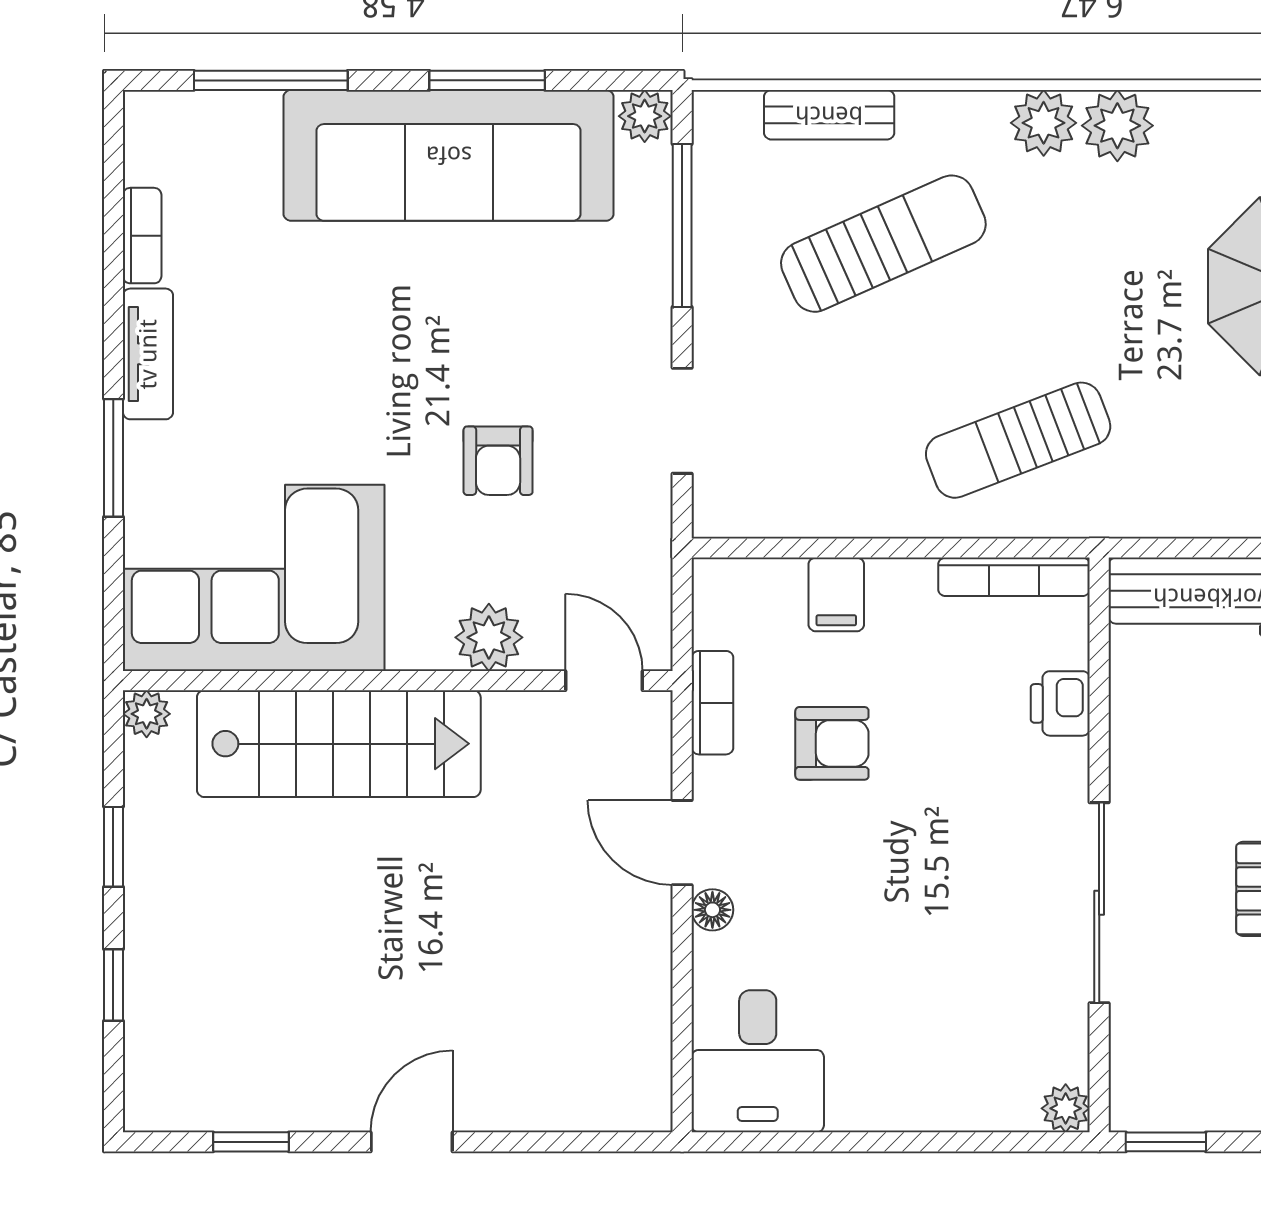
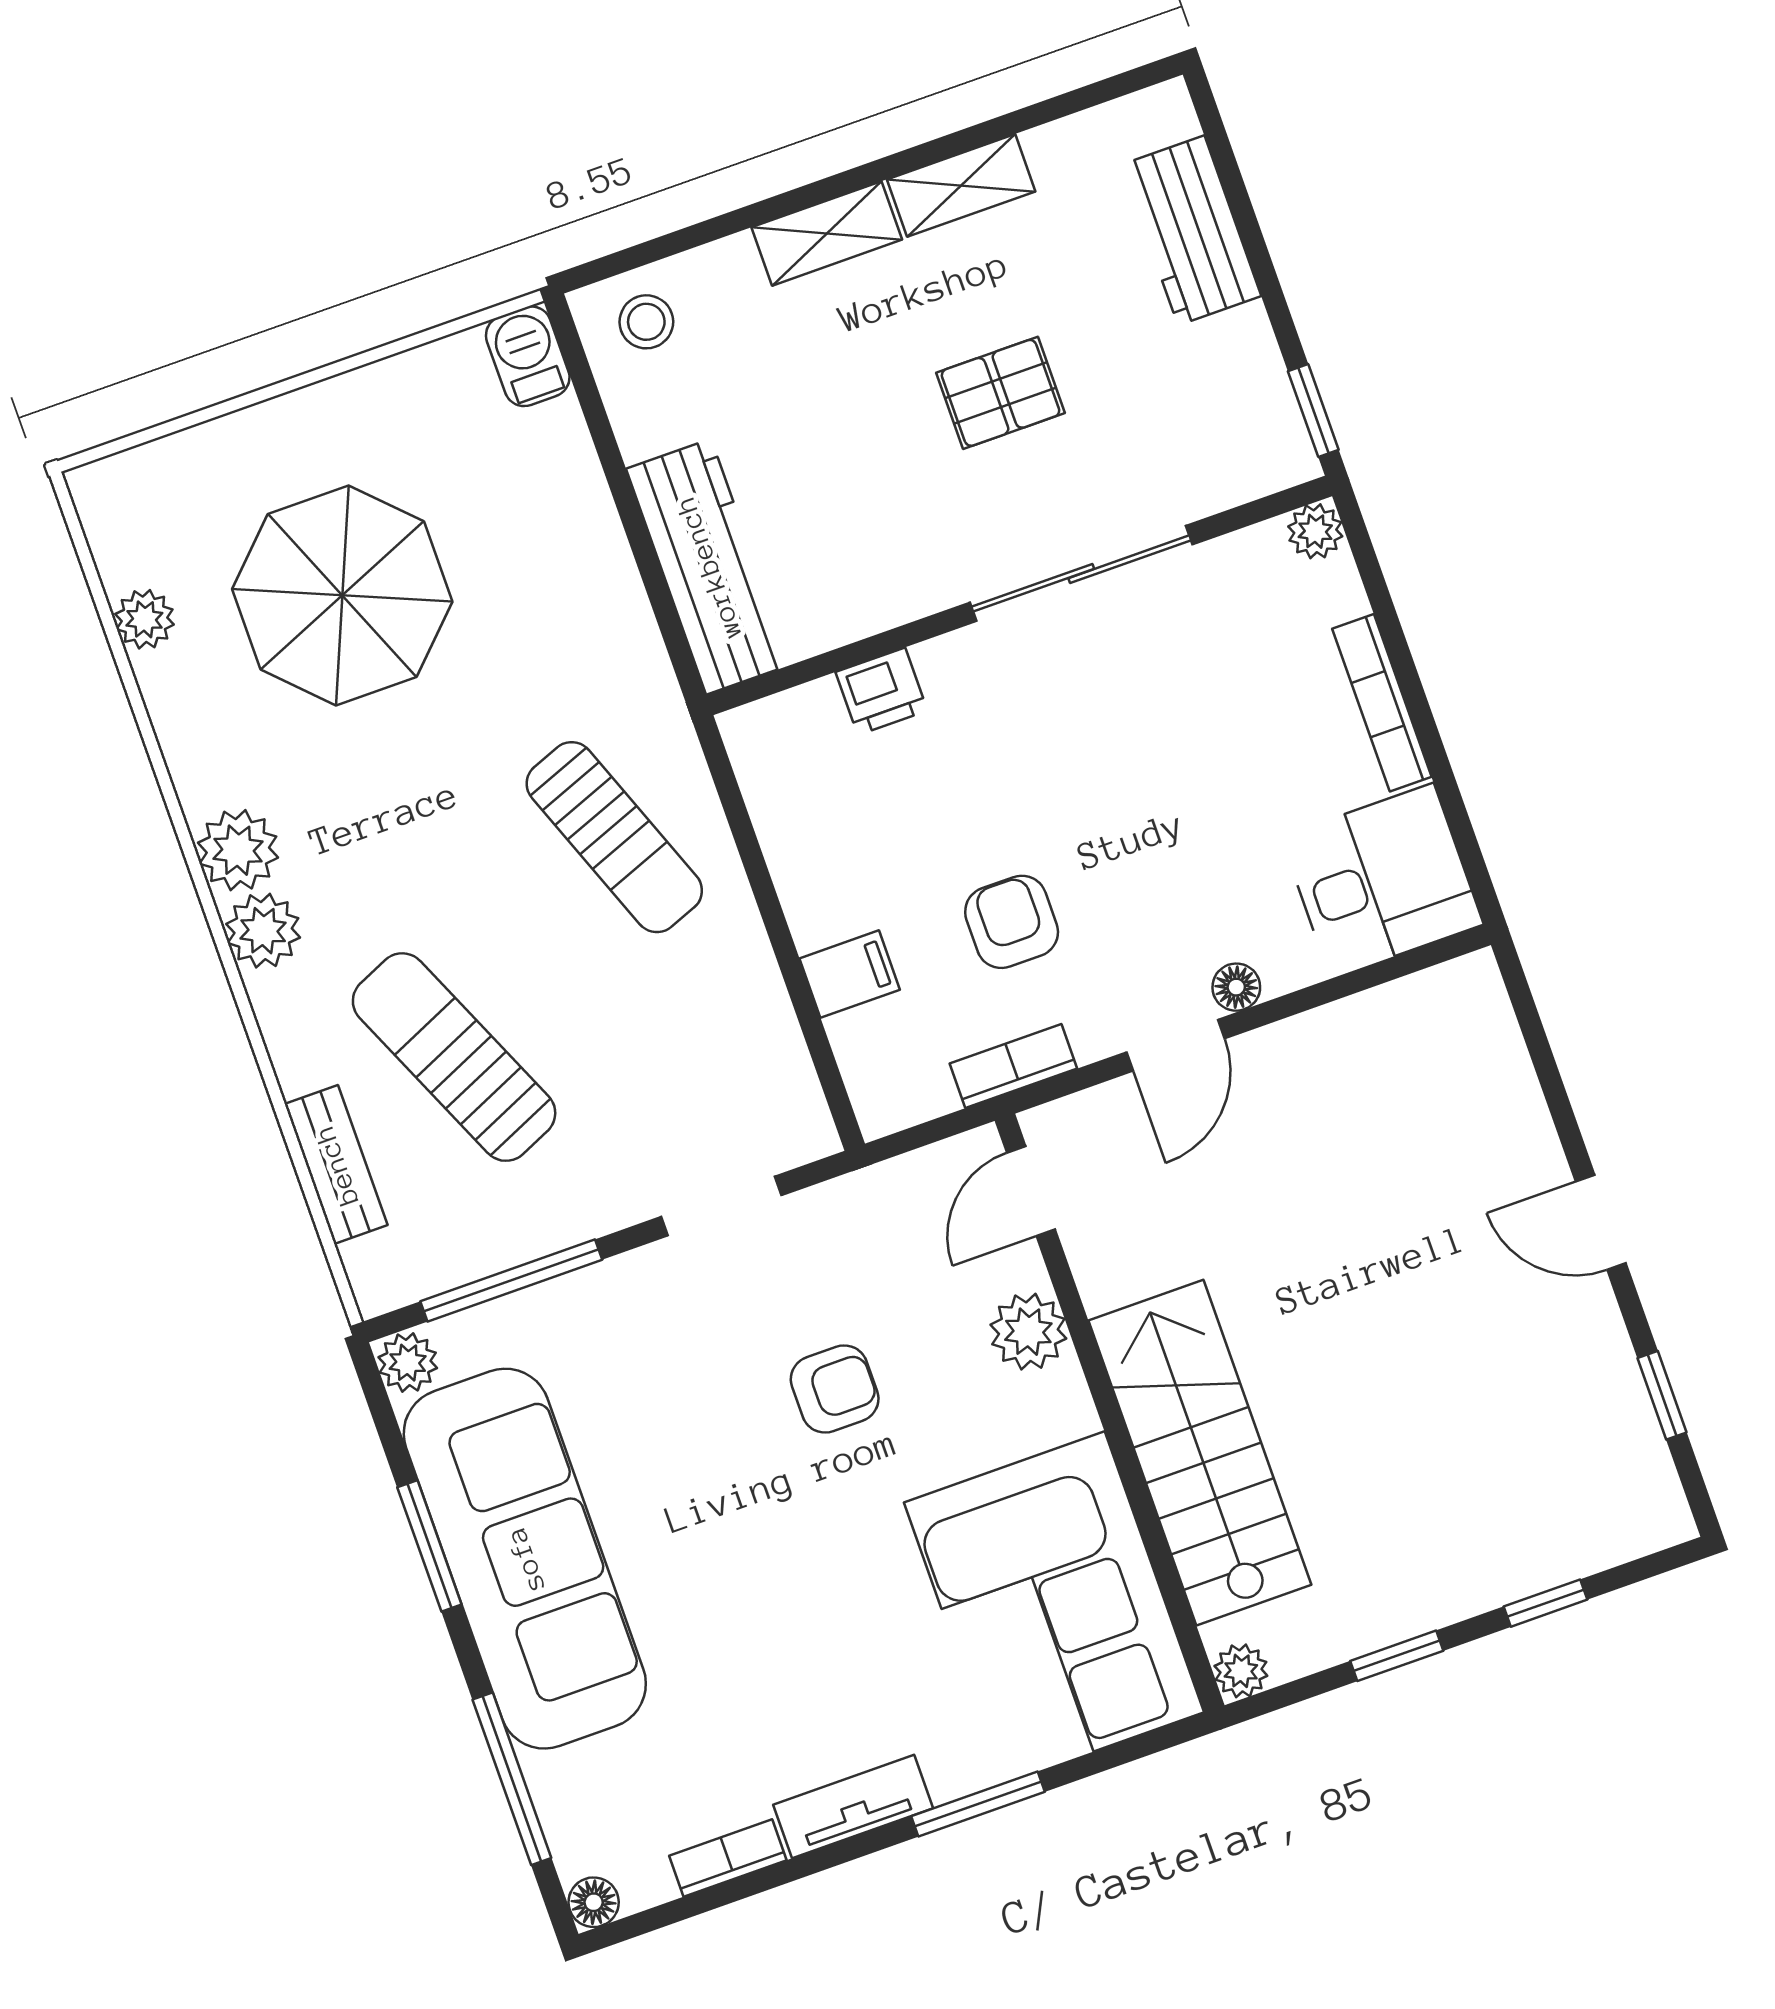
floor lamp: (145, 112) -> (594, 1902), added
bookcase: (1014, 577) -> (1382, 703), moved, turned 180

